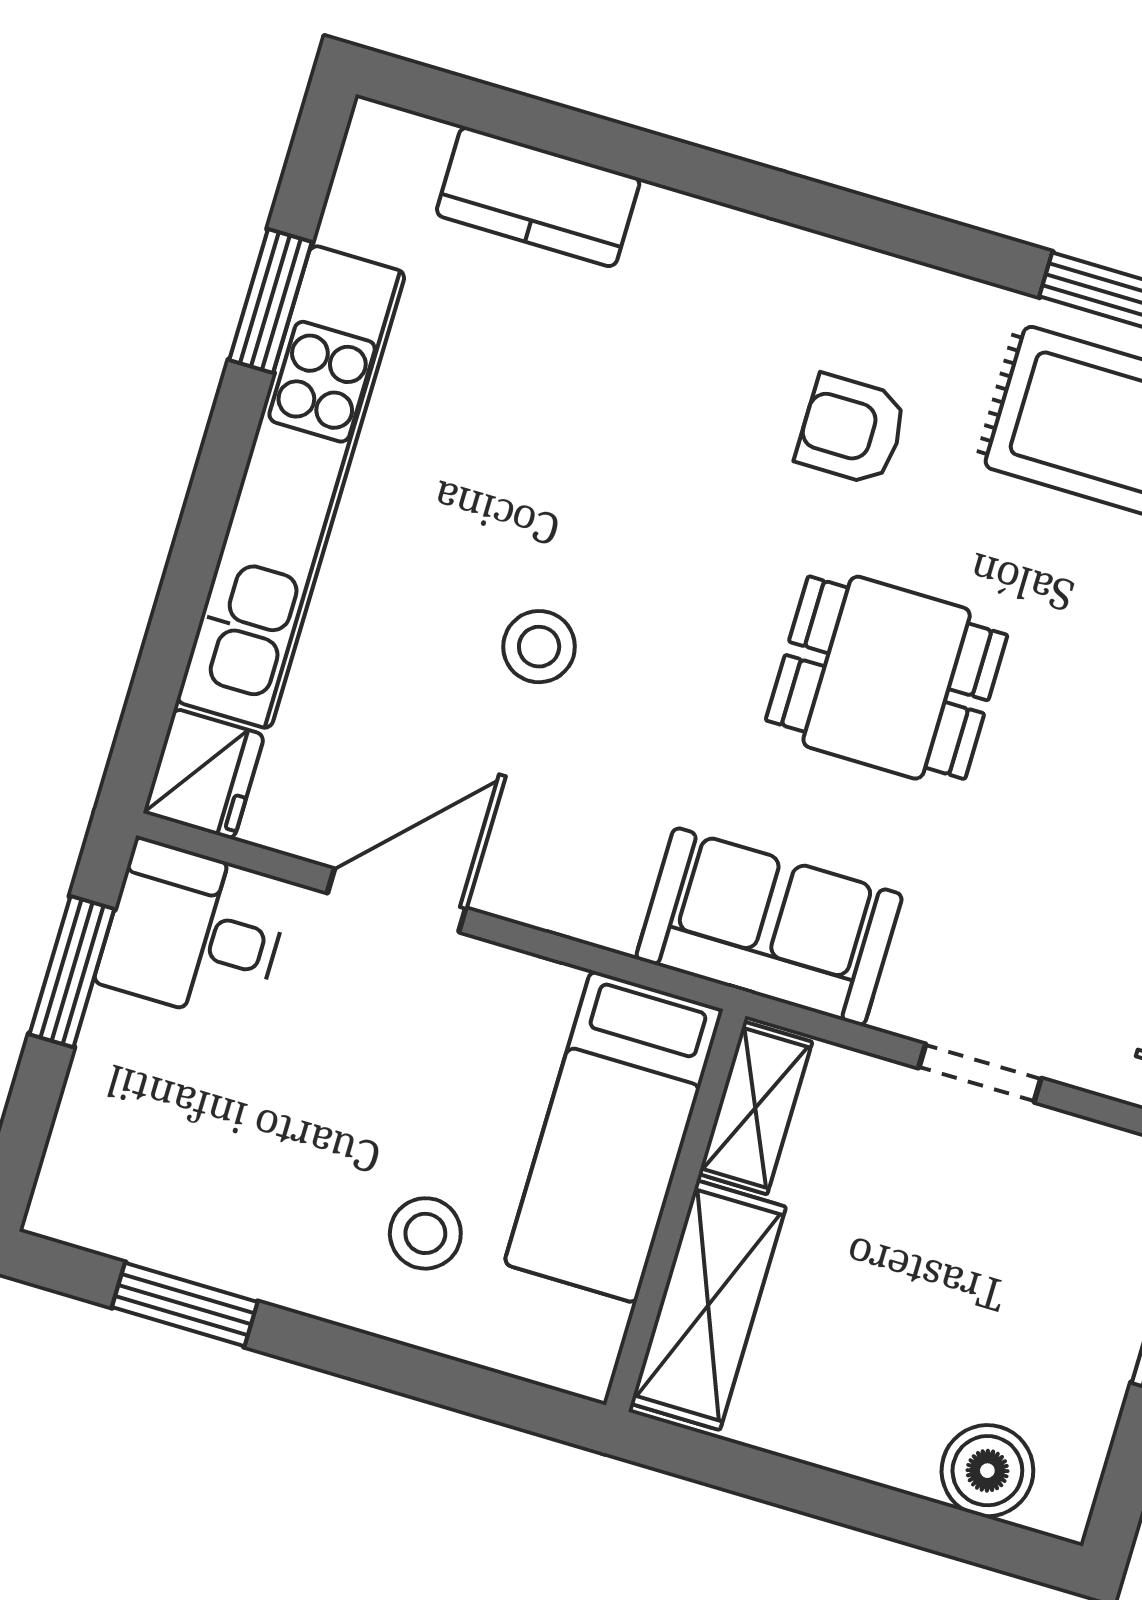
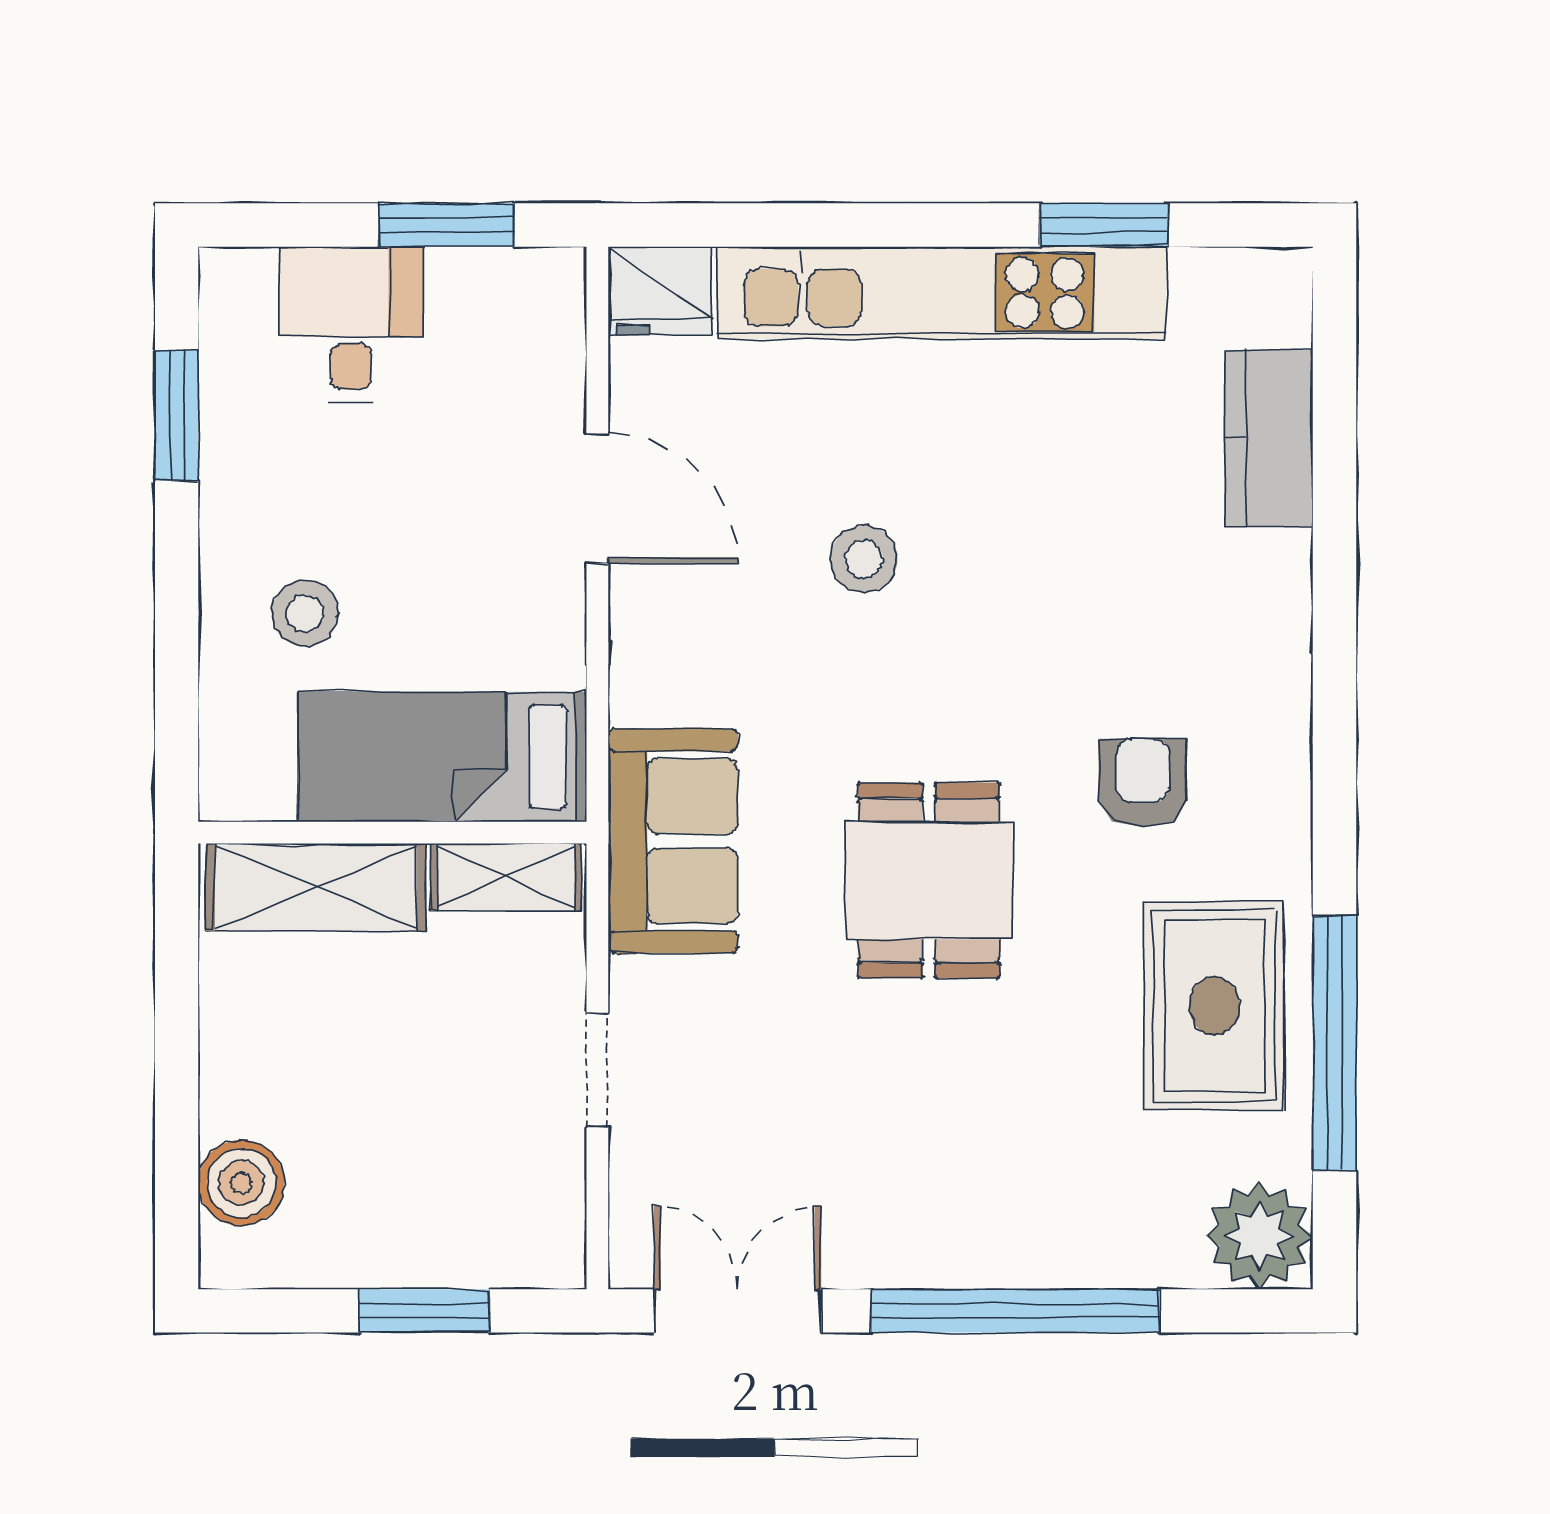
desk: (194, 932) -> (351, 324), moved

